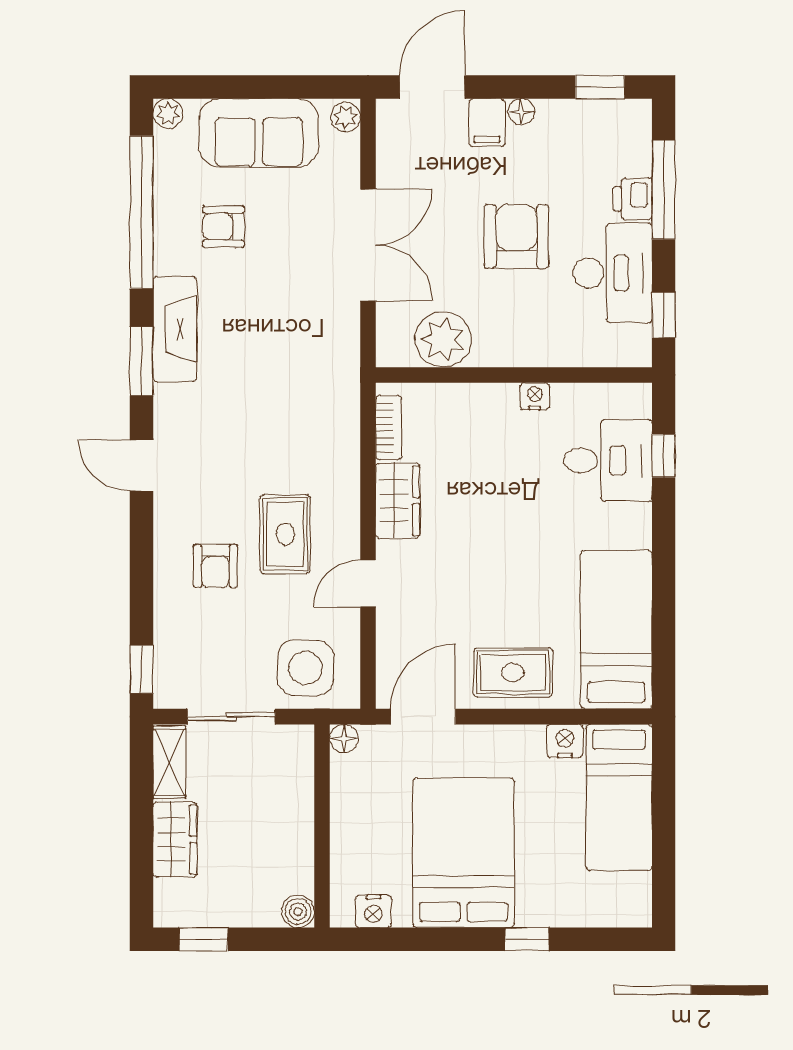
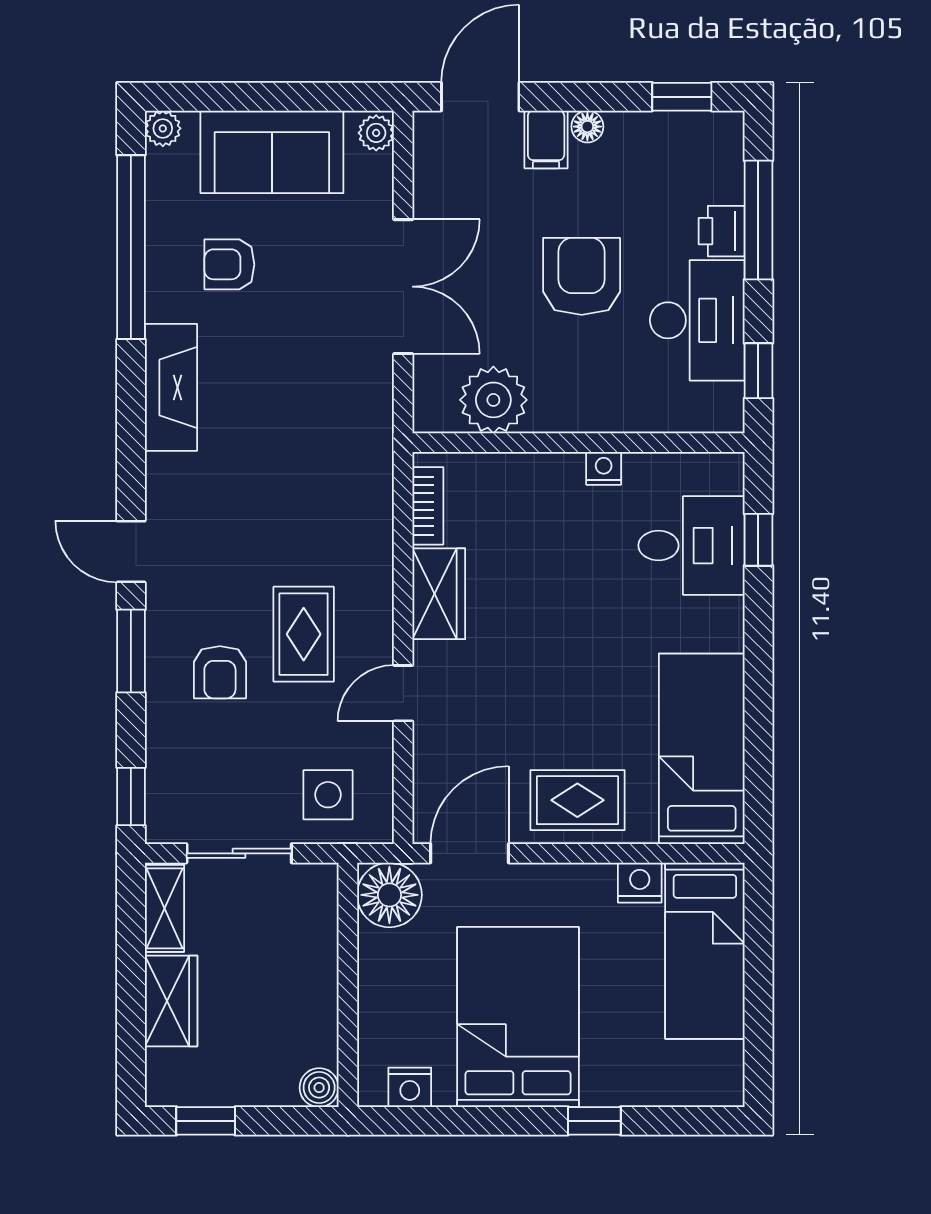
window: (142, 361) -> (131, 651), moved
side table: (305, 668) -> (328, 795), width x0.73, depth x0.73
floor lamp: (344, 739) -> (389, 895), width x1.89, depth x1.89

